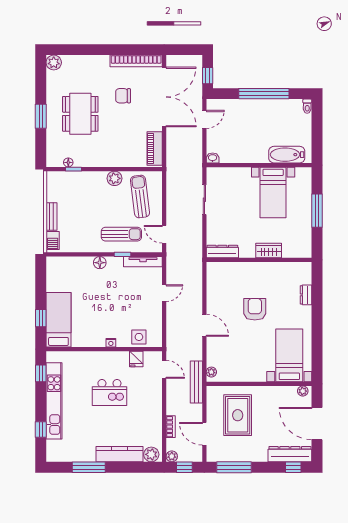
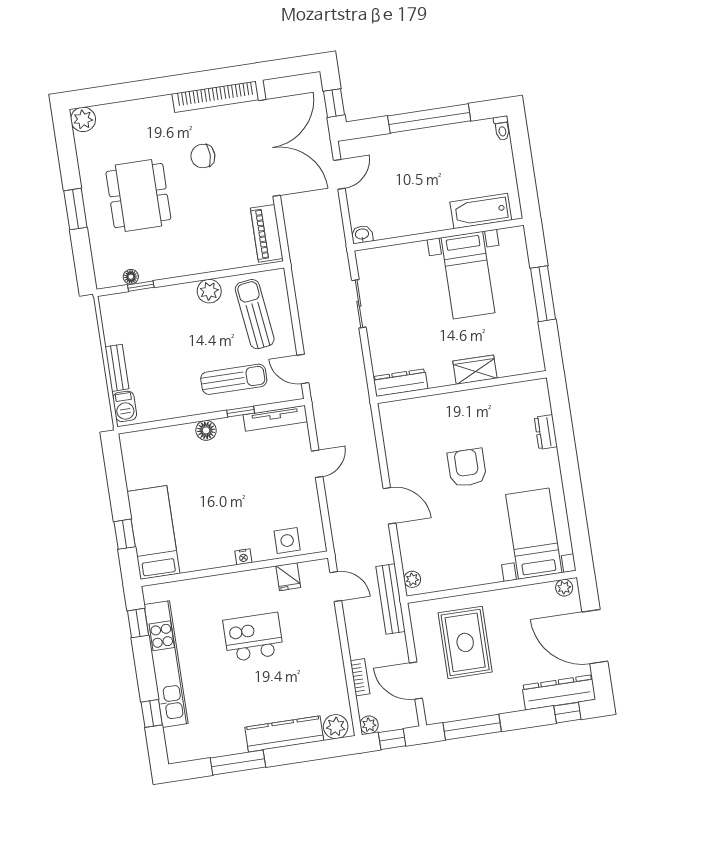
kitchen island: (109, 392) -> (253, 637), turned 180

